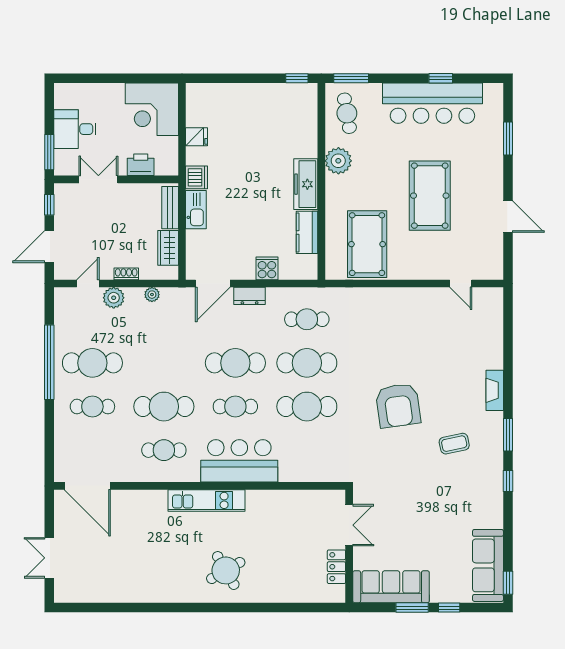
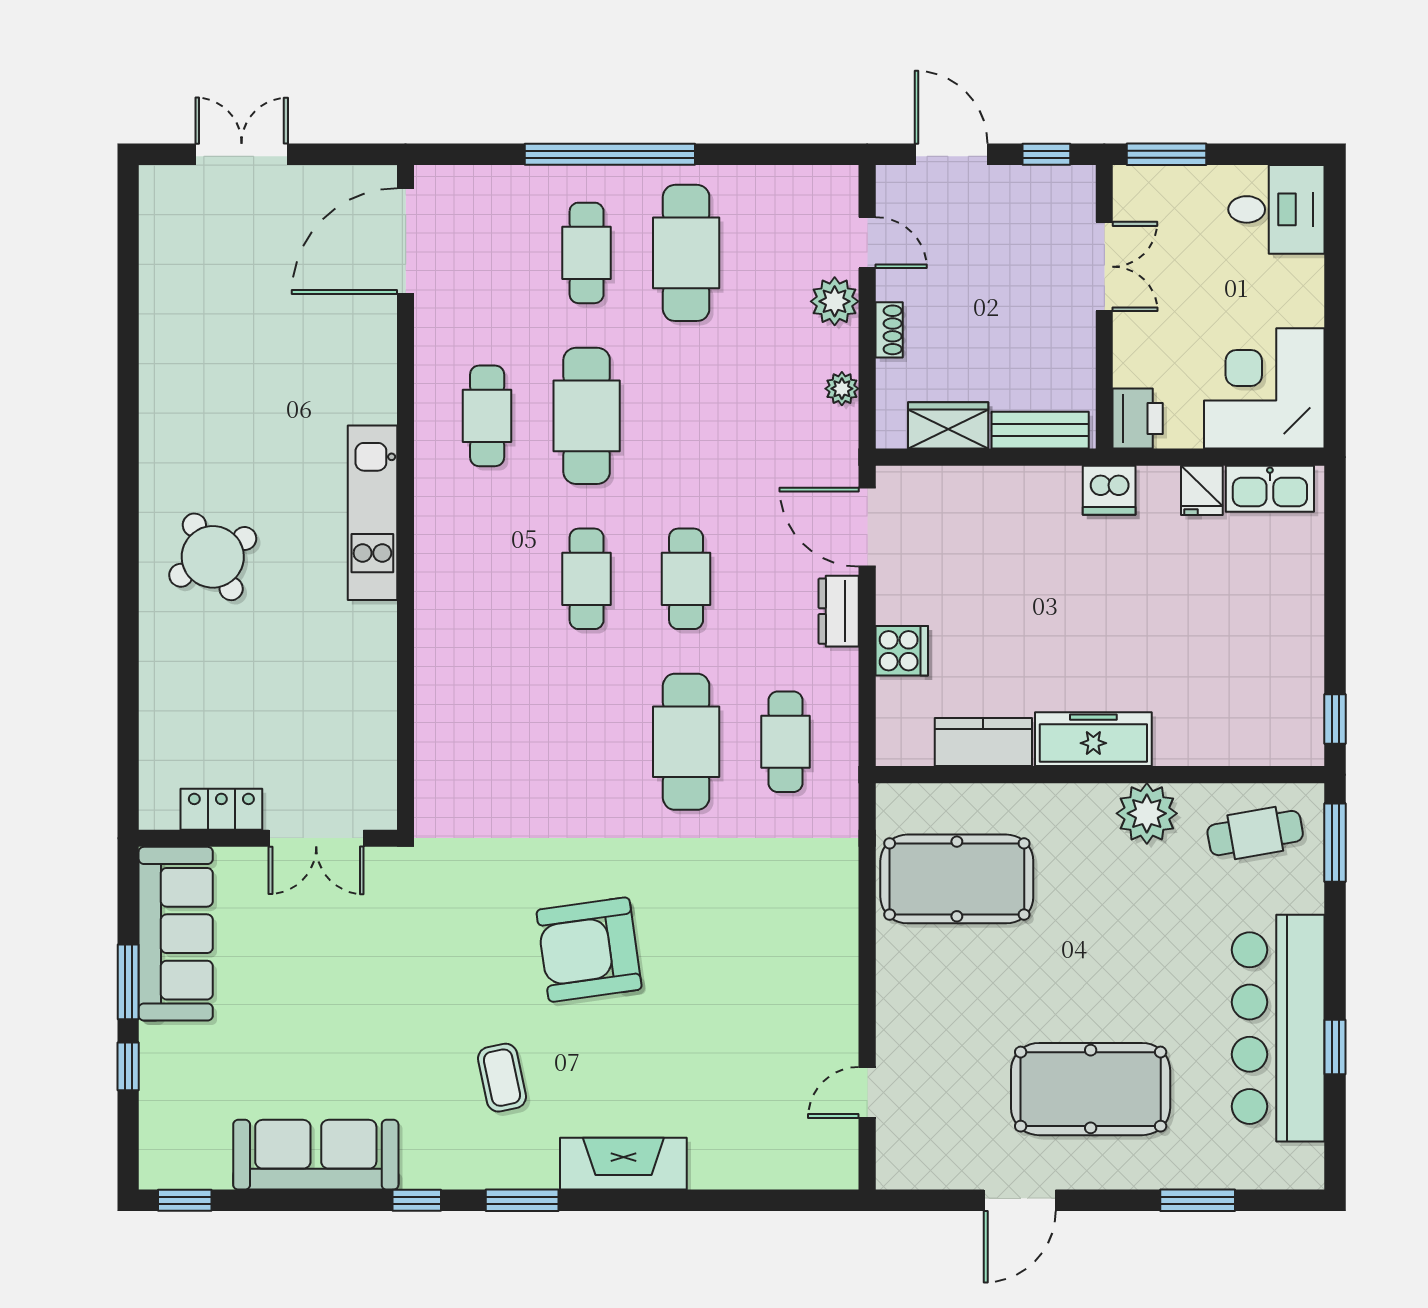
desk: (75, 129) -> (1276, 209), moved, turned 90
printer: (141, 165) -> (1138, 418), moved
pool table: (430, 196) -> (1091, 1089), moved
kitchen sink: (196, 210) -> (1270, 489), moved
window: (49, 362) -> (610, 154), moved
cafe table: (235, 363) -> (686, 579), width x0.73, depth x0.74
fireplace: (495, 390) -> (623, 1164), width x1.37, depth x1.32
cafe table: (307, 407) -> (587, 742), removed
bar counter: (239, 461) -> (463, 588), removed
sofa: (488, 565) -> (316, 1155), moved

